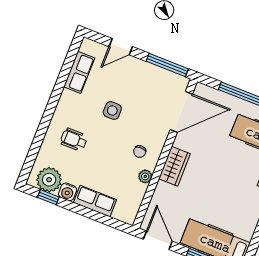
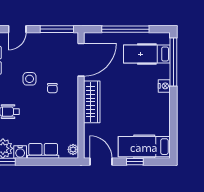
chair: (140, 152) -> (52, 88), moved
wardrobe: (175, 166) -> (92, 102), width x1.50
plant: (145, 176) -> (73, 149), moved

